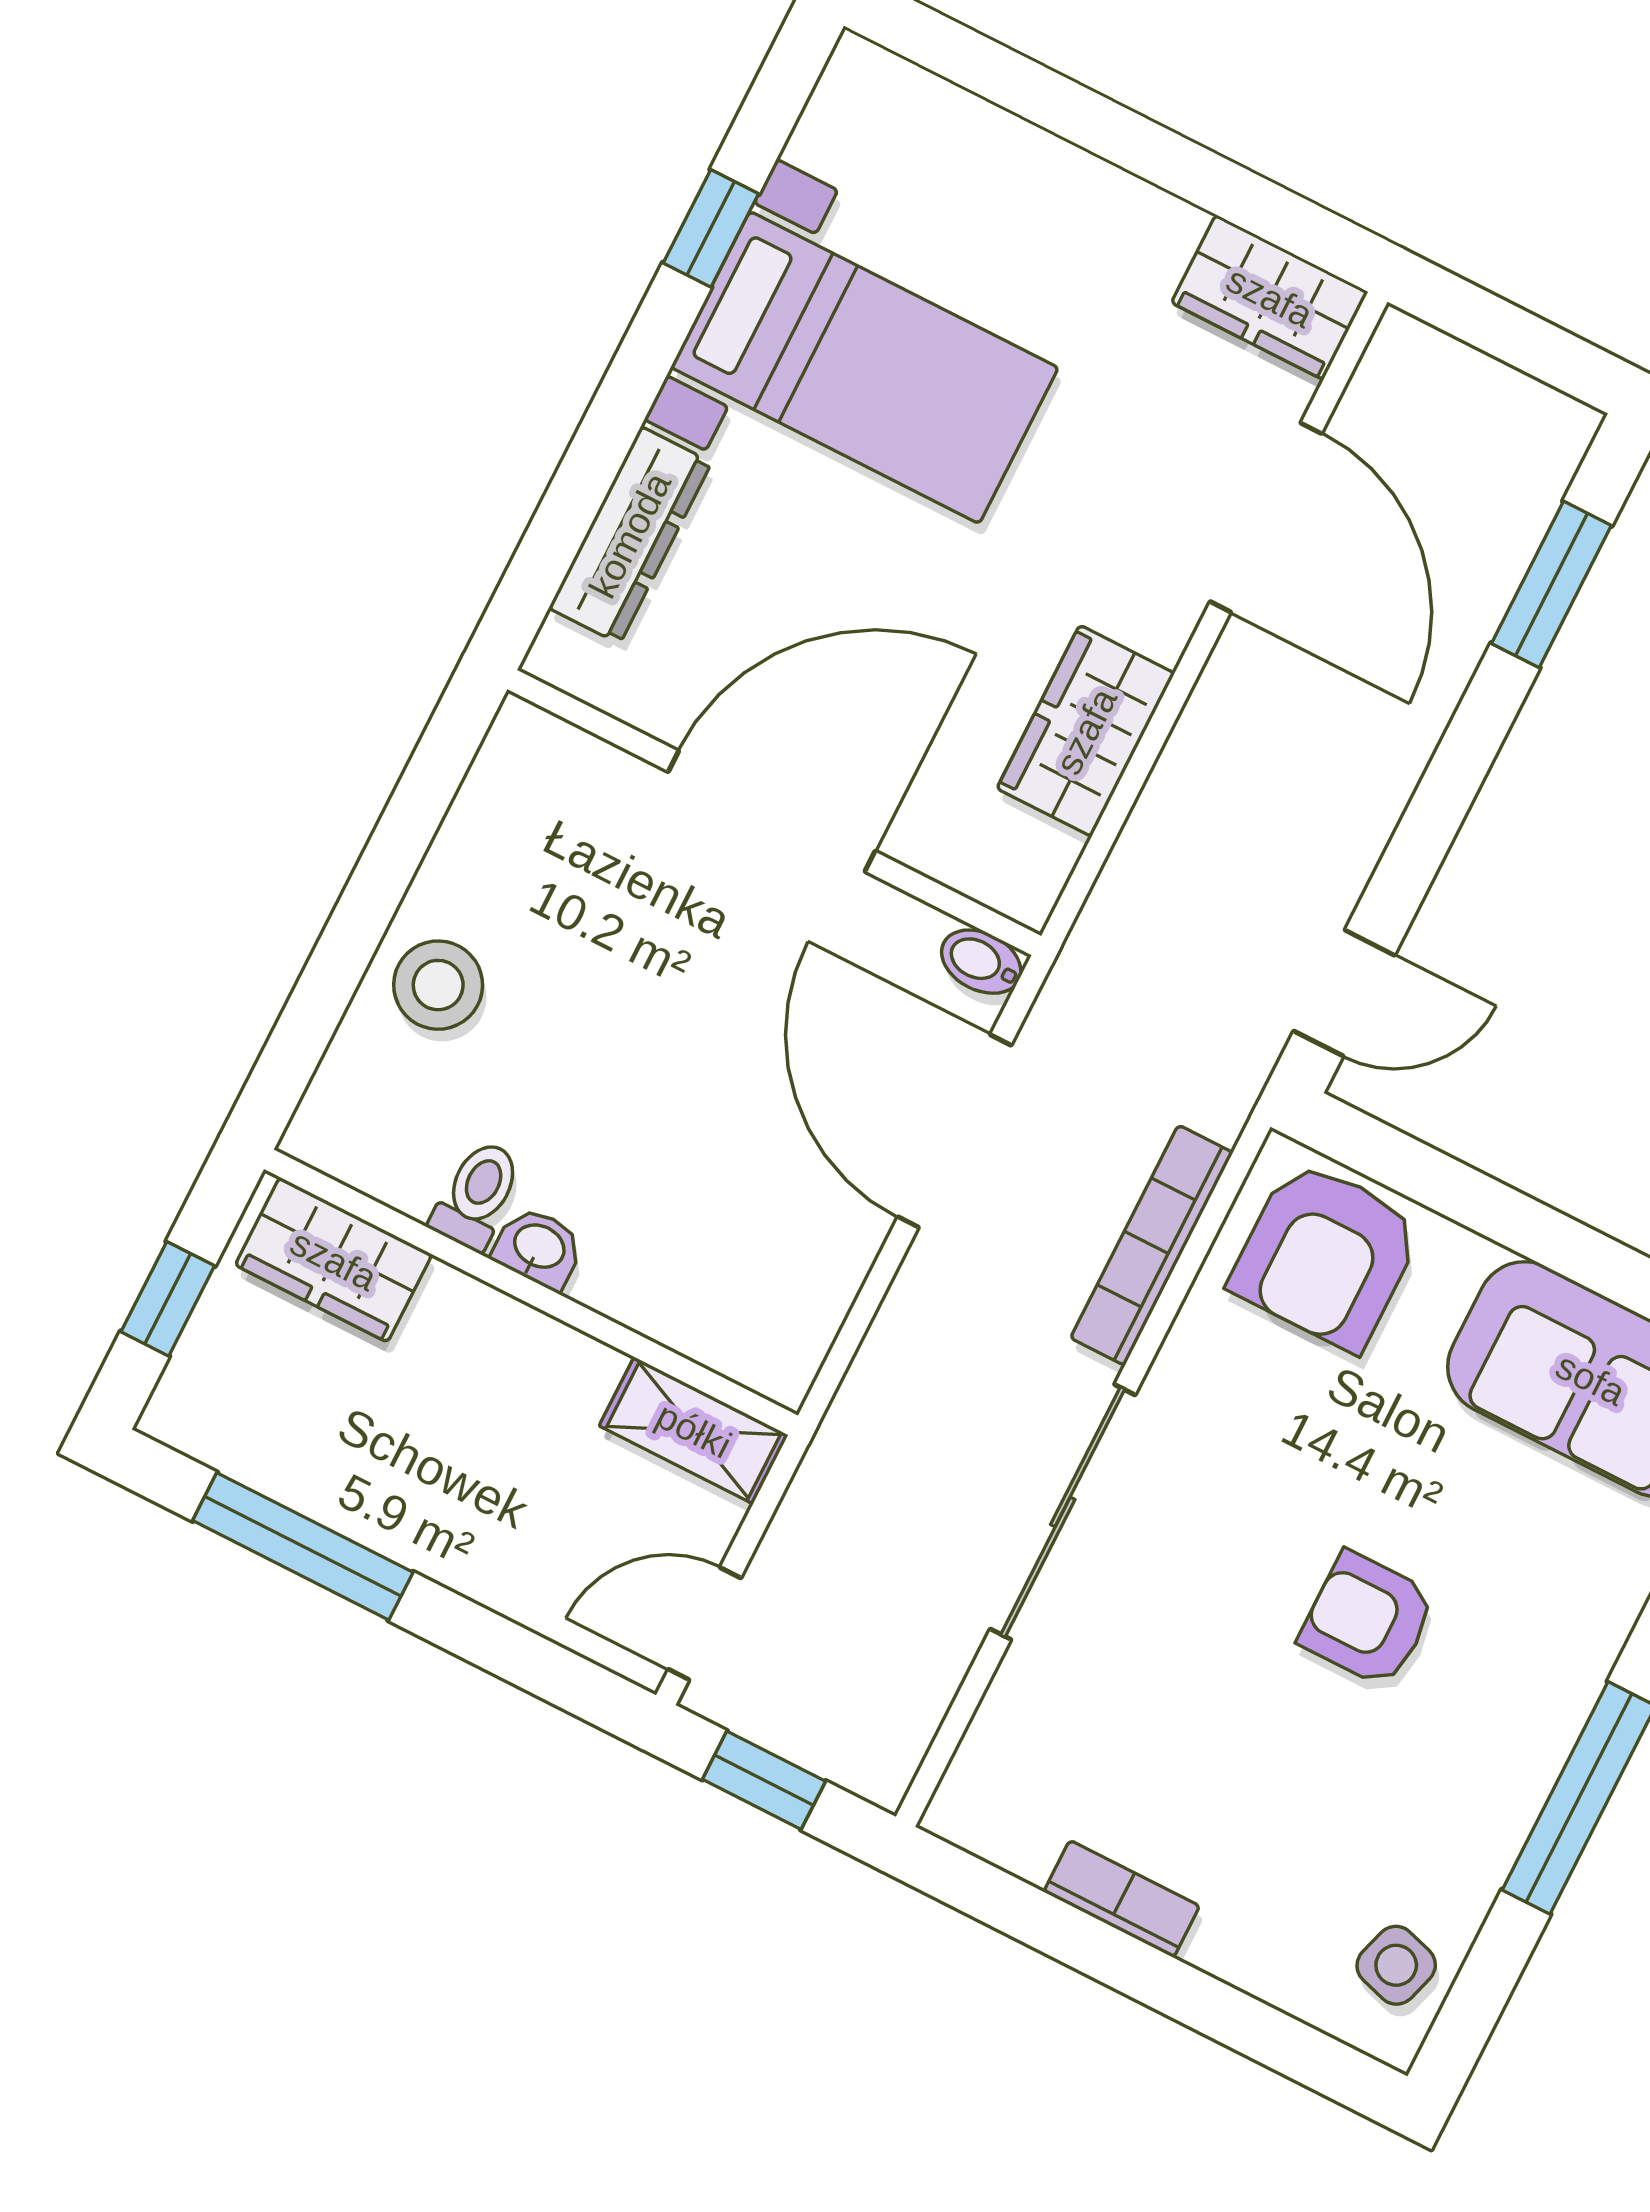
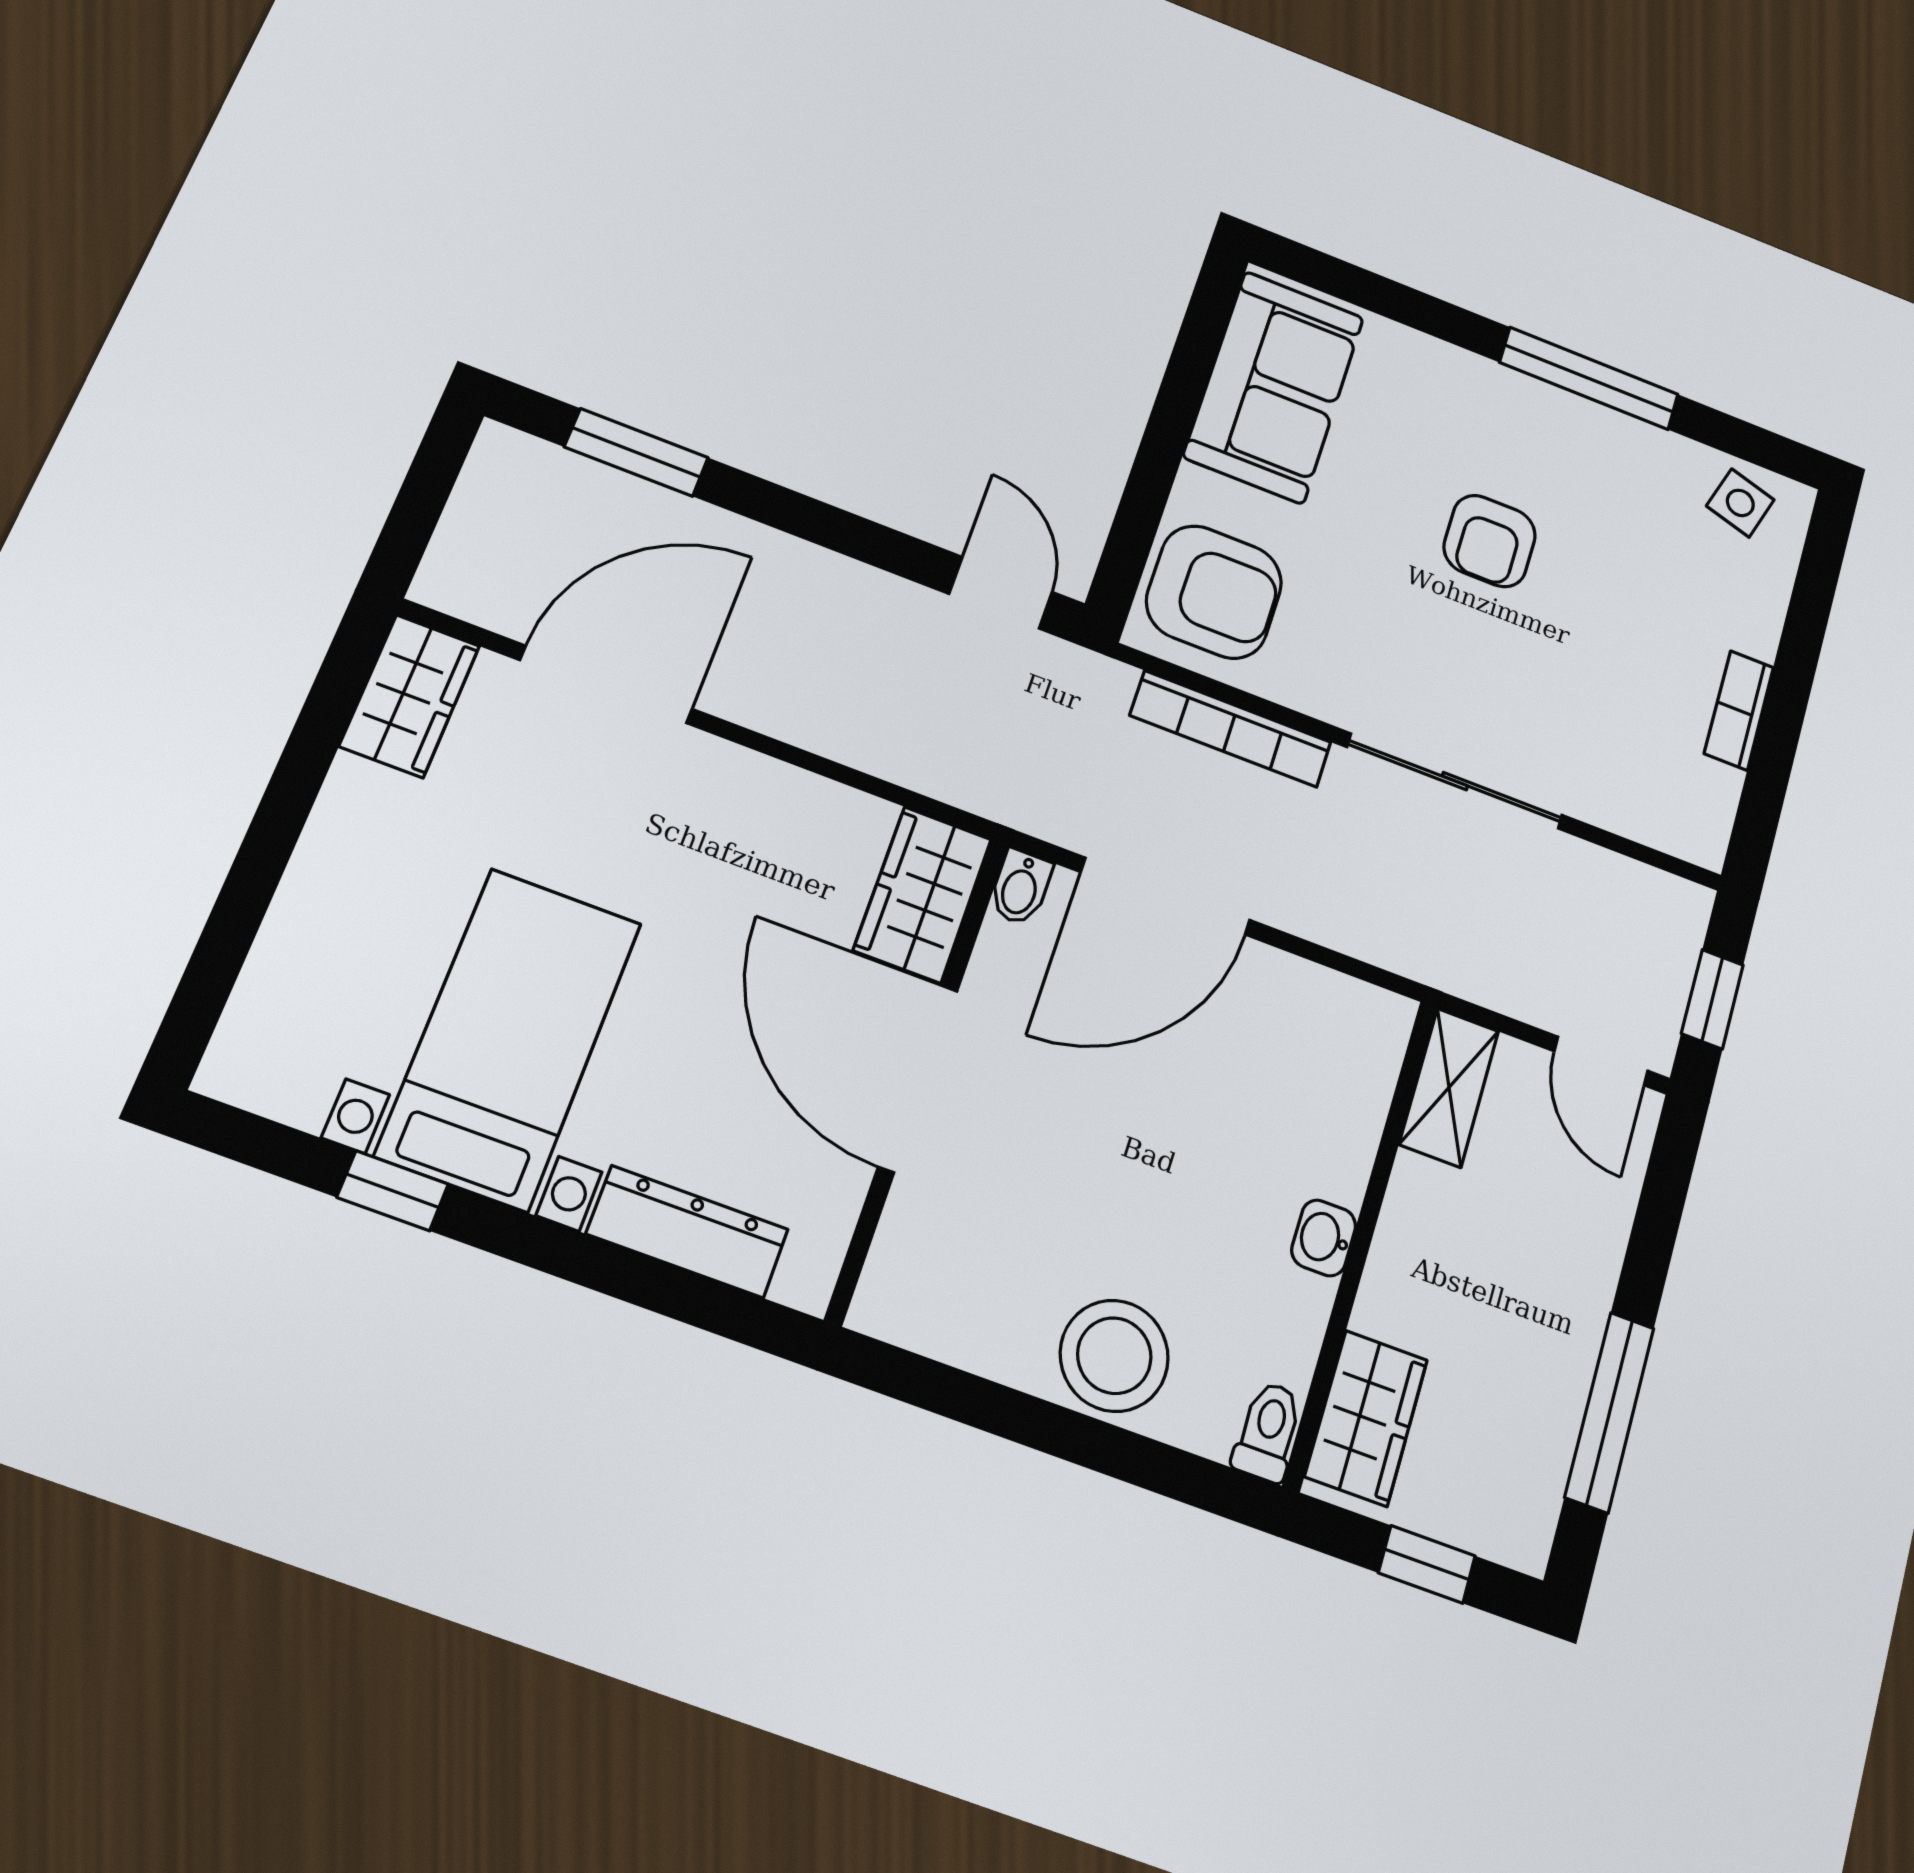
wardrobe: (1086, 731) -> (923, 894), moved, turned 90
stool: (438, 985) -> (1114, 1356), width x1.38, depth x1.38
toilet: (477, 1195) -> (1268, 1431), moved, turned 90

